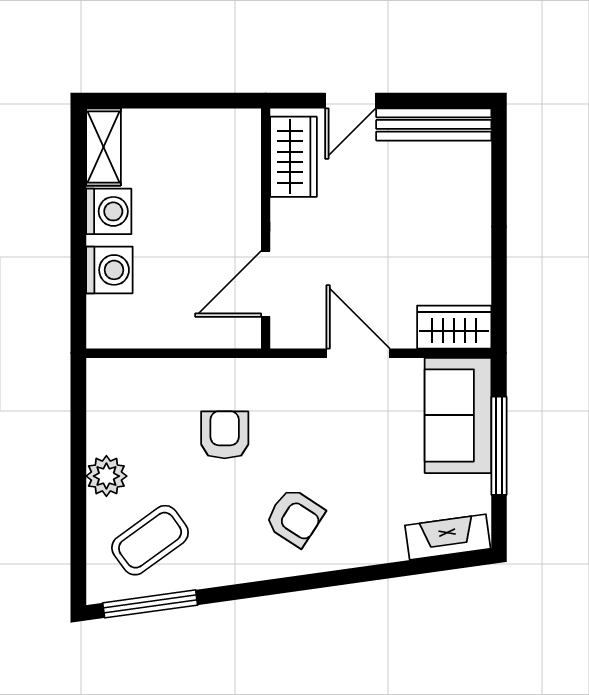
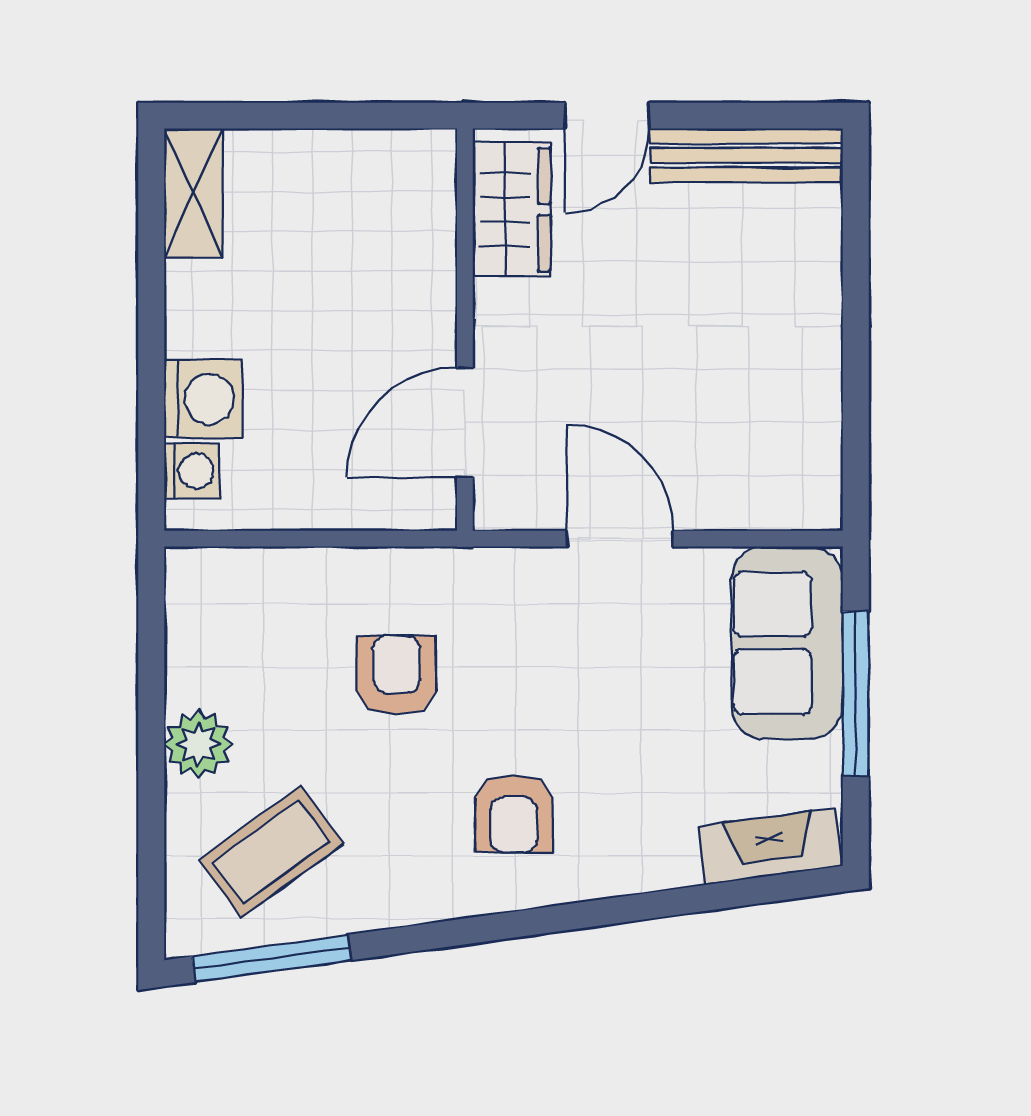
washing machine: (109, 211) -> (192, 471), moved, width x0.73, depth x0.73
wardrobe: (454, 327) -> (781, 495), removed
armchair: (295, 517) -> (514, 814), turned 57

